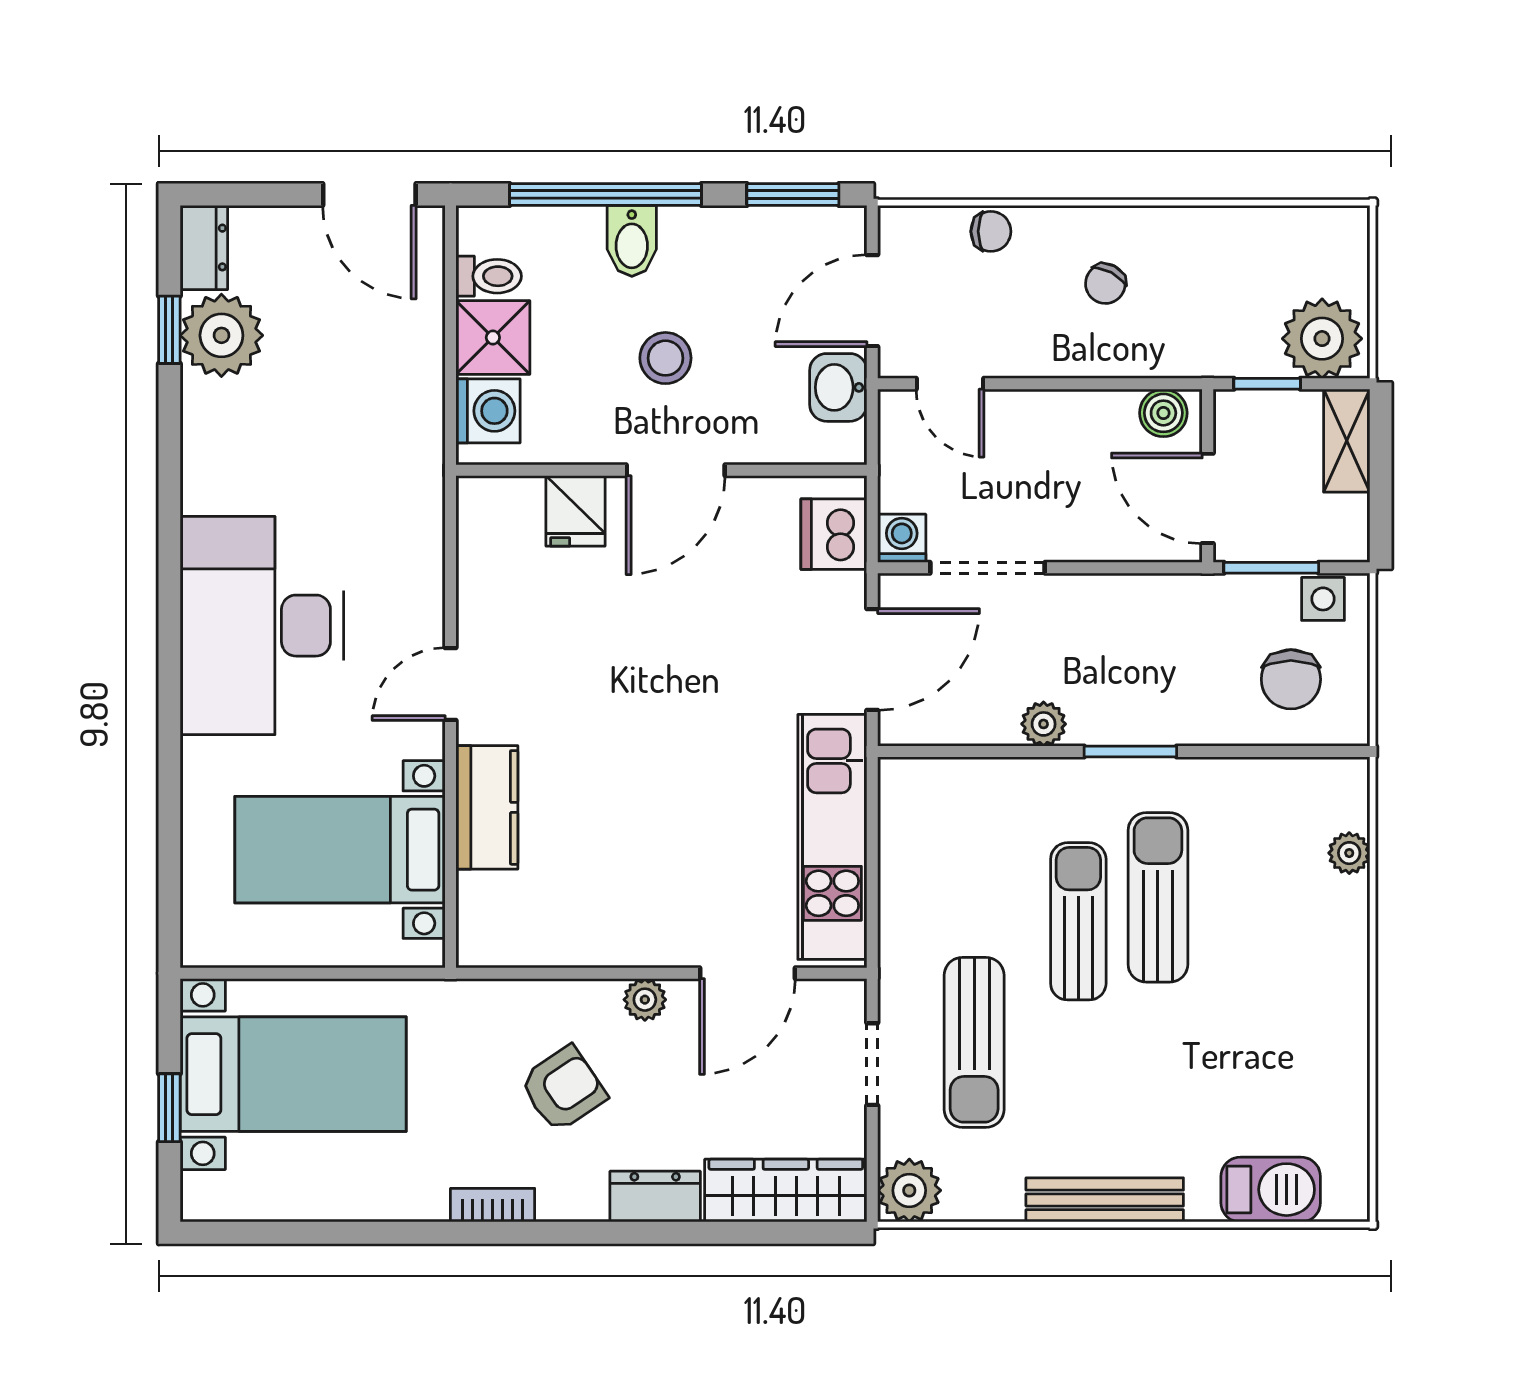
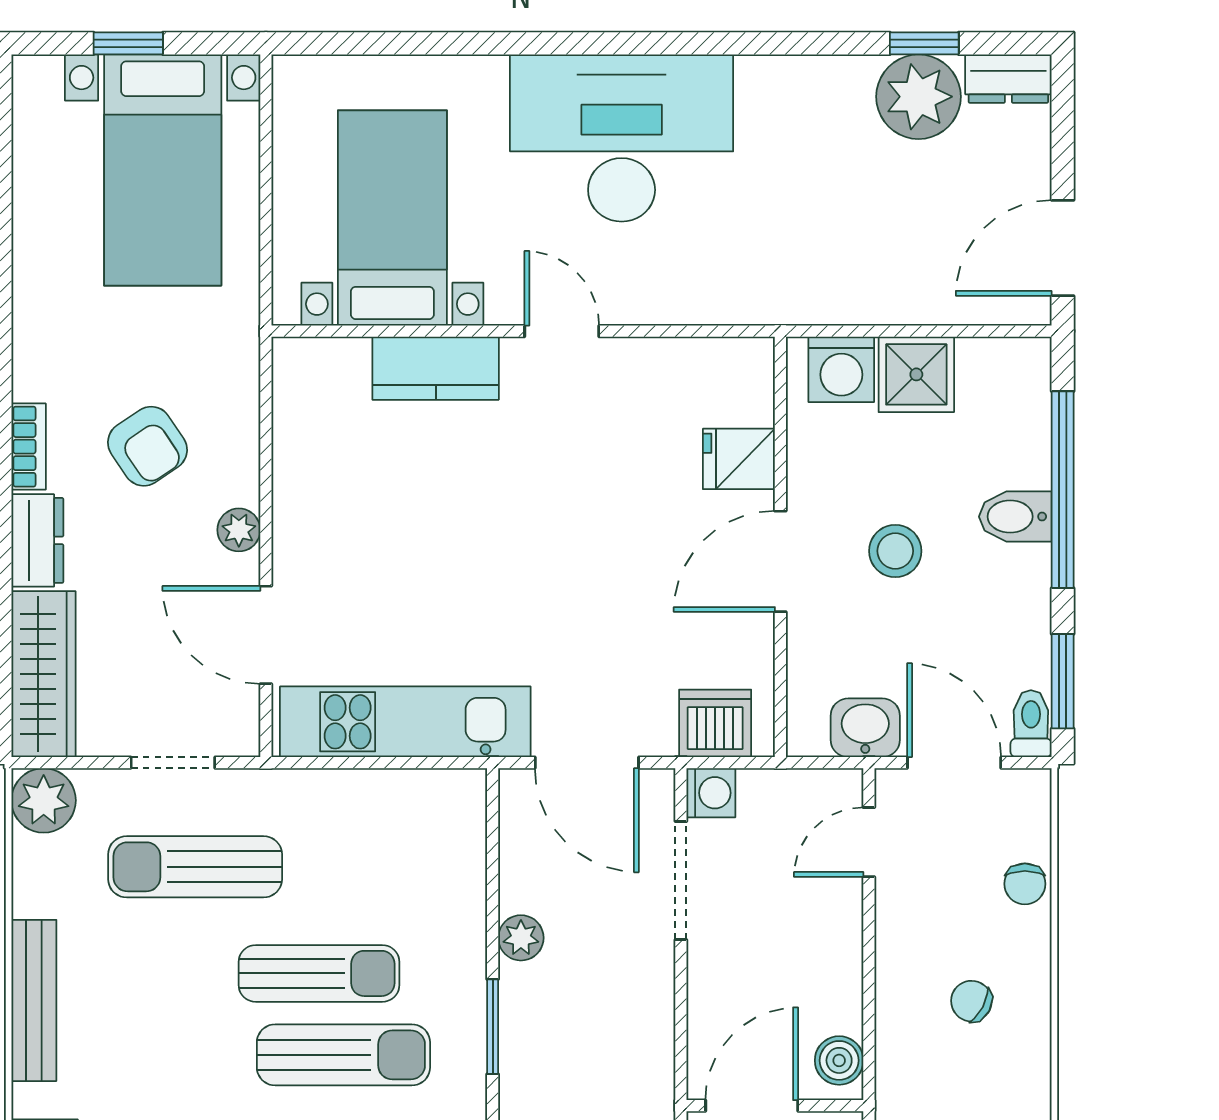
toilet: (489, 276) -> (1031, 724), moved, turned 180
door: (676, 470) -> (780, 561), hinge flipped
bookcase: (493, 1205) -> (29, 447), moved

